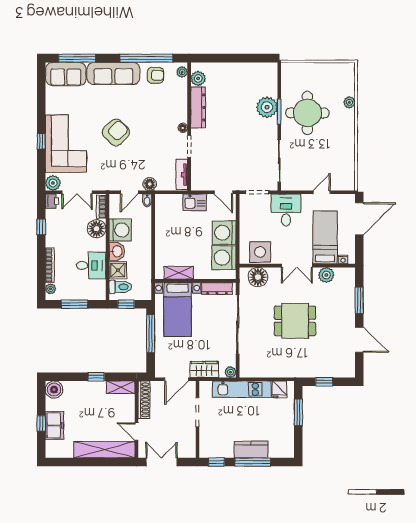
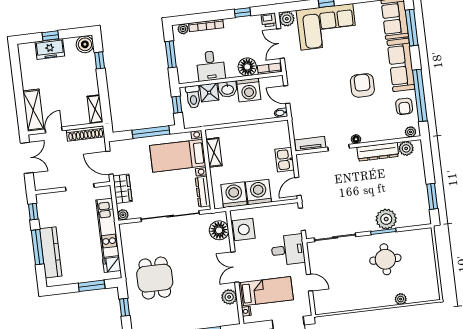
window: (250, 58) -> (432, 196), added
round table: (307, 113) -> (385, 259), width x0.73, depth x0.73
armchair: (116, 132) -> (362, 85), moved, turned -135
floor lamp: (150, 184) -> (297, 113), removed
dining table: (295, 321) -> (155, 278), moved
window: (96, 377) -> (100, 60), moved
kitchen counter: (251, 449) -> (51, 252), width x1.50
shelving: (104, 450) -> (33, 110), width x0.68

